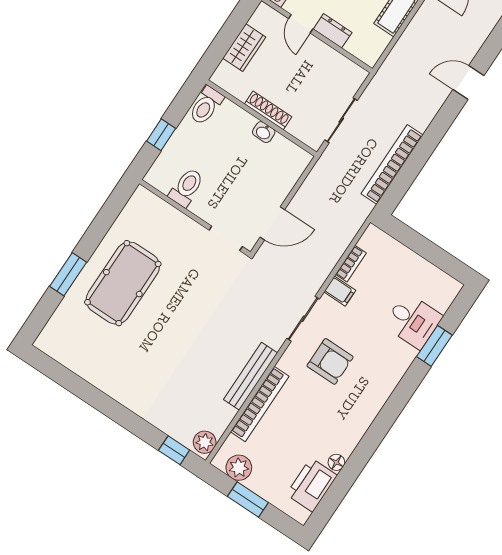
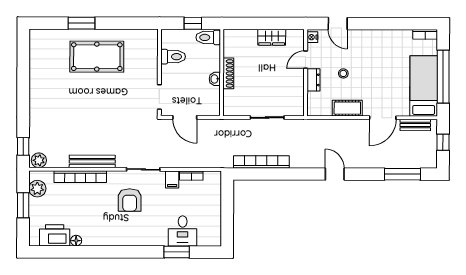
toilet: (206, 106) -> (208, 37), moved
shoe rack: (268, 110) -> (228, 73), moved
wall: (261, 118) -> (222, 73), moved
washbasin: (264, 132) -> (215, 79), moved

